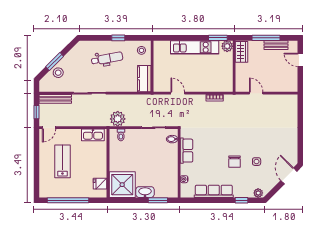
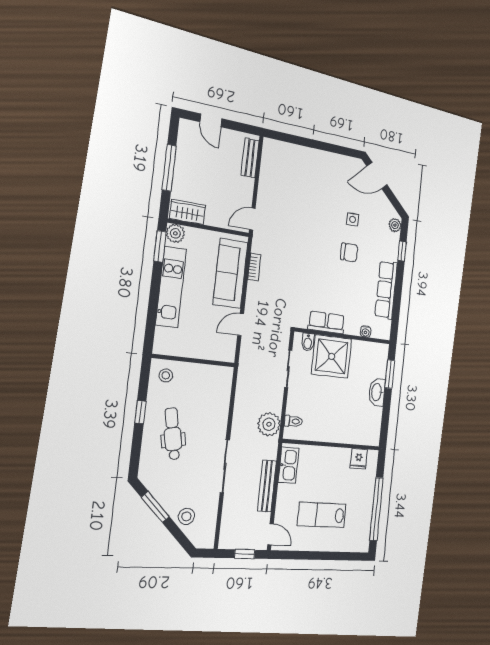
bench: (276, 45) -> (250, 158), moved
door: (300, 60) -> (211, 120), hinge flipped
window: (55, 61) -> (155, 507), moved
kitchen counter: (144, 79) -> (212, 376), removed
sofa: (208, 83) -> (230, 273), added
door: (256, 93) -> (252, 219), moved
bench: (55, 99) -> (267, 486), moved
shower: (122, 185) -> (332, 356), moved

